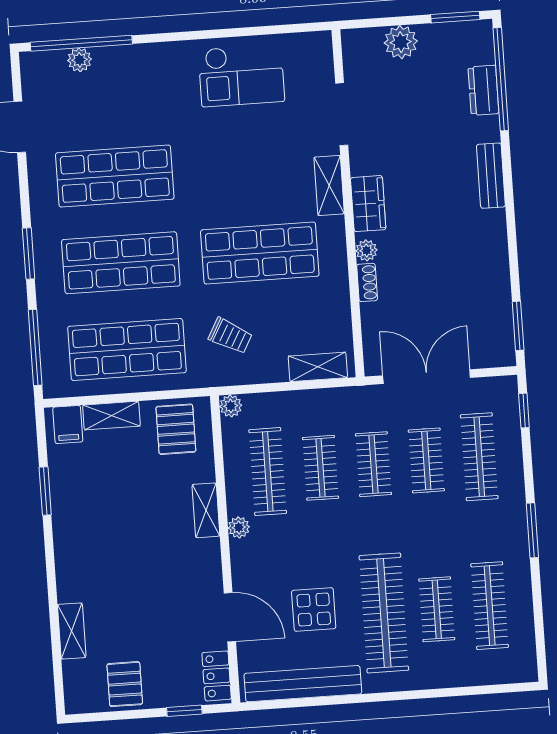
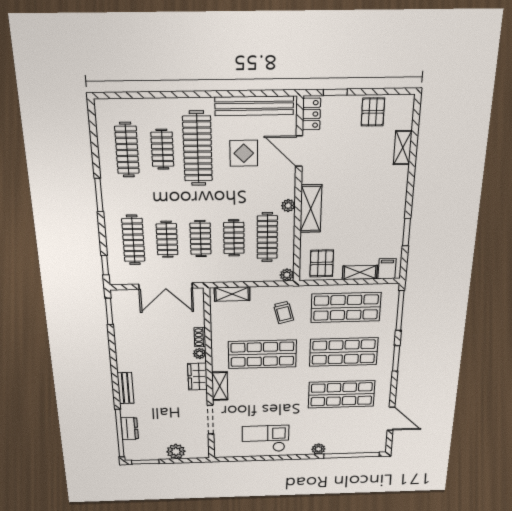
plant: (80, 60) -> (318, 449), moved
trolley: (230, 336) -> (284, 312), turned -133
shelving: (206, 510) -> (311, 209), width x1.50, depth x1.33

